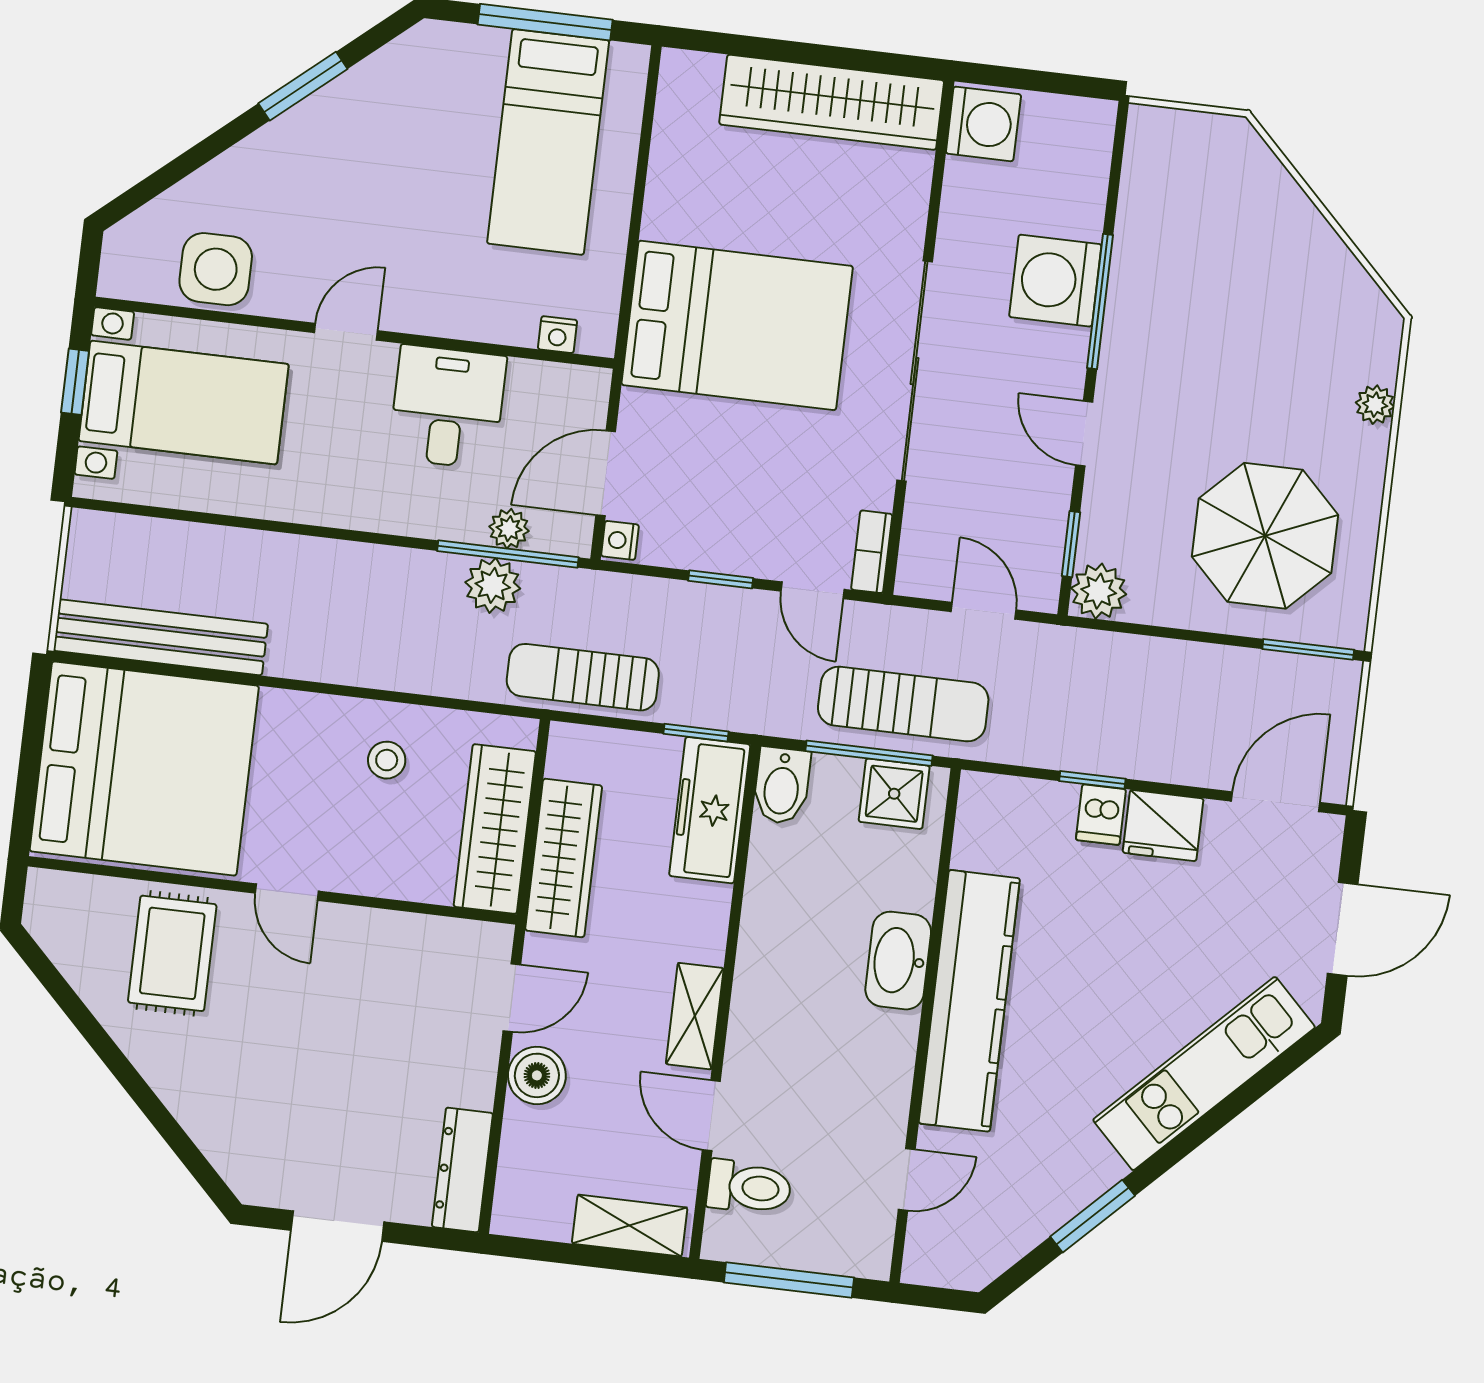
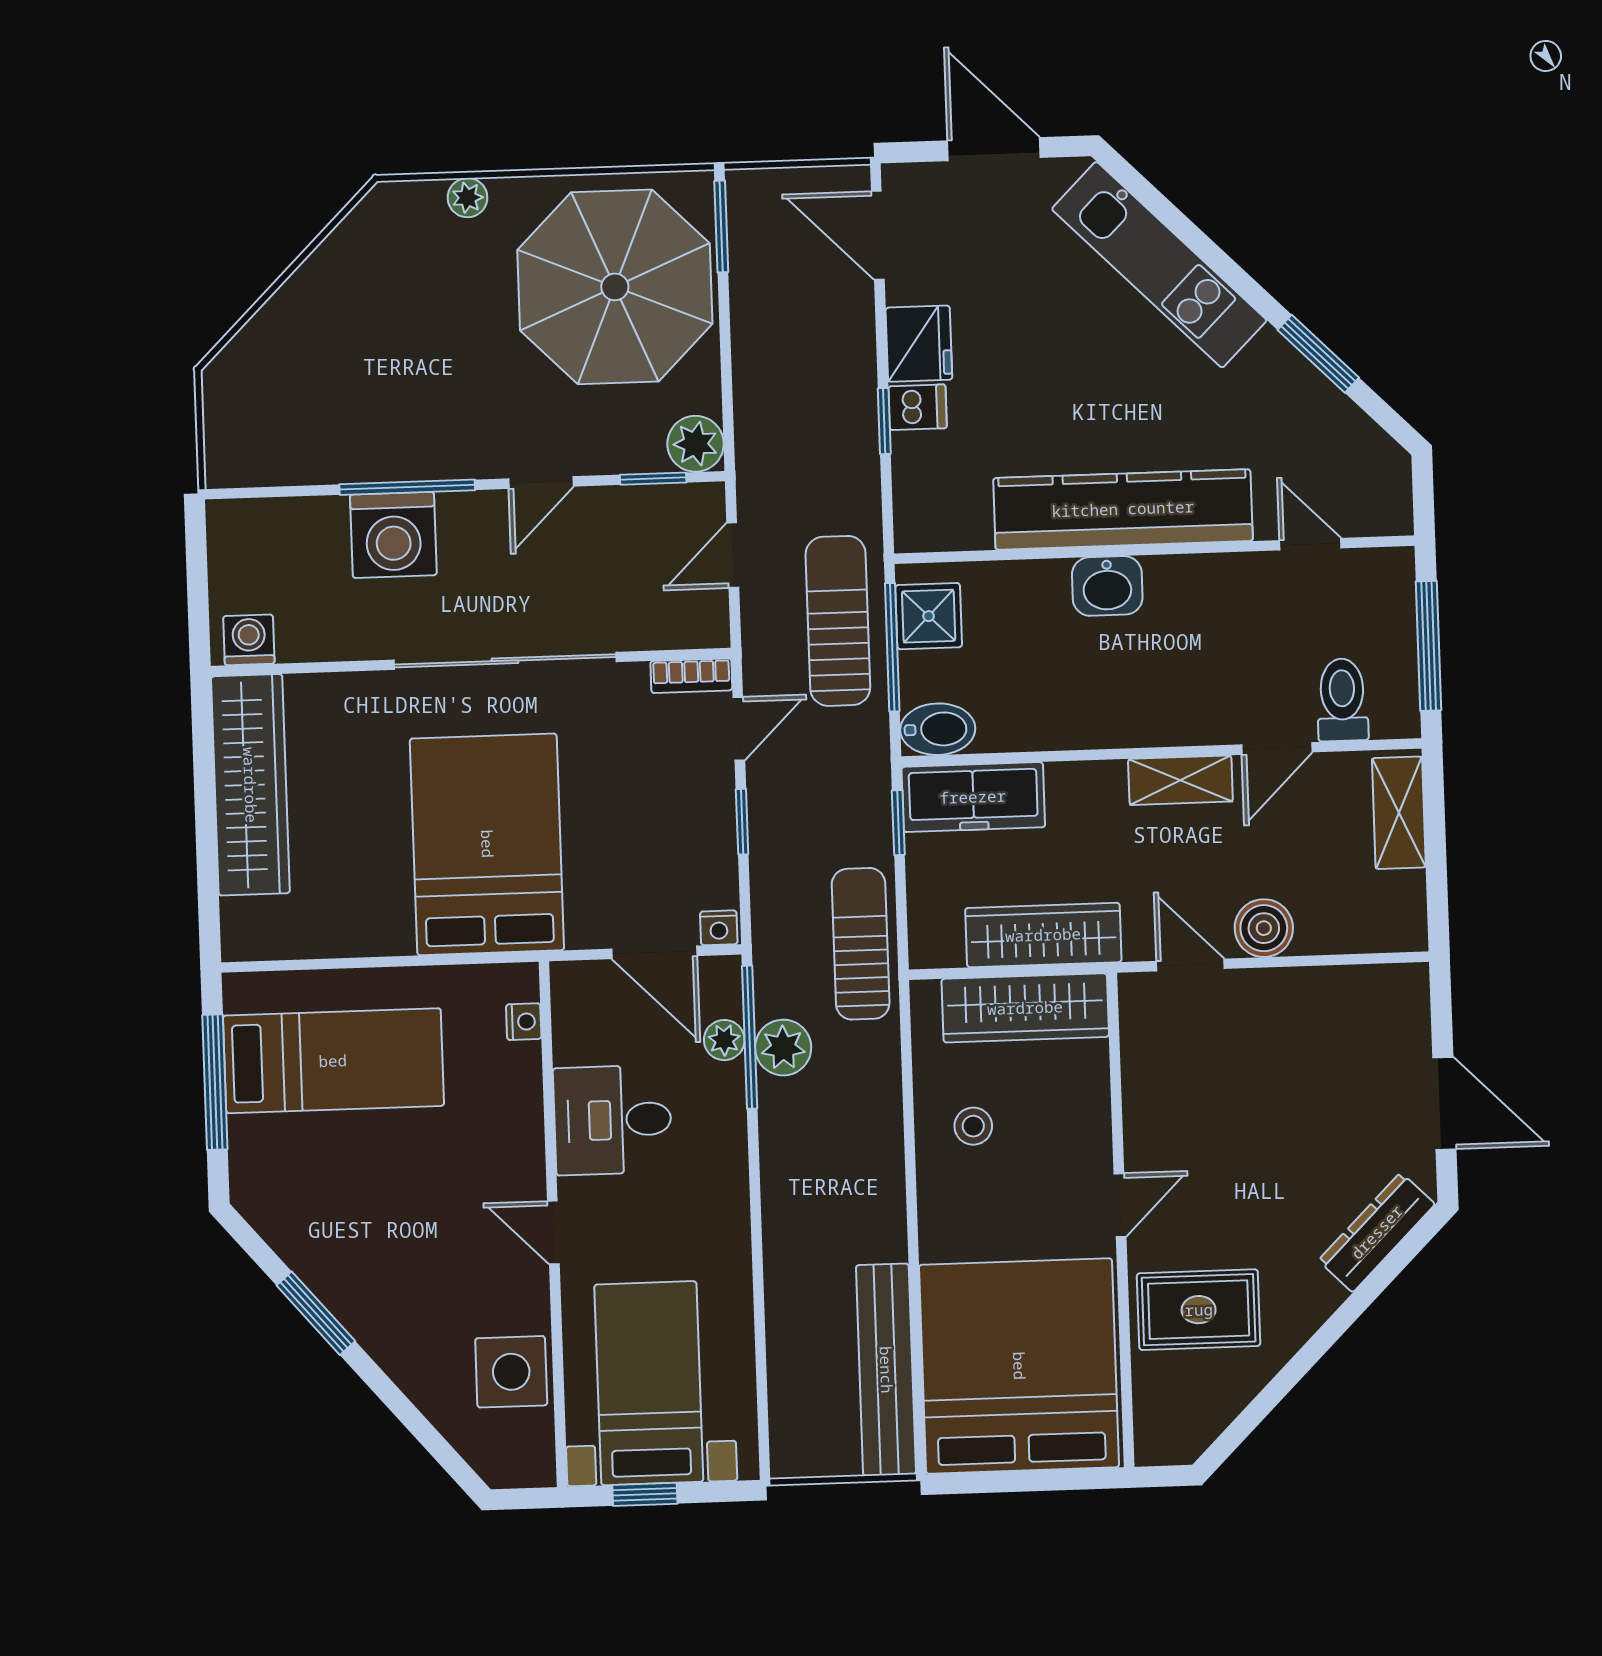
washing machine: (983, 124) -> (249, 640), width x0.73, depth x0.73
parasol: (1265, 536) -> (615, 287), width x1.36, depth x1.36
sun lounger: (583, 677) -> (861, 944), turned 180
washbasin: (898, 961) -> (1107, 586), width x0.72
dresser: (462, 1170) -> (1377, 1232), moved, turned 135

